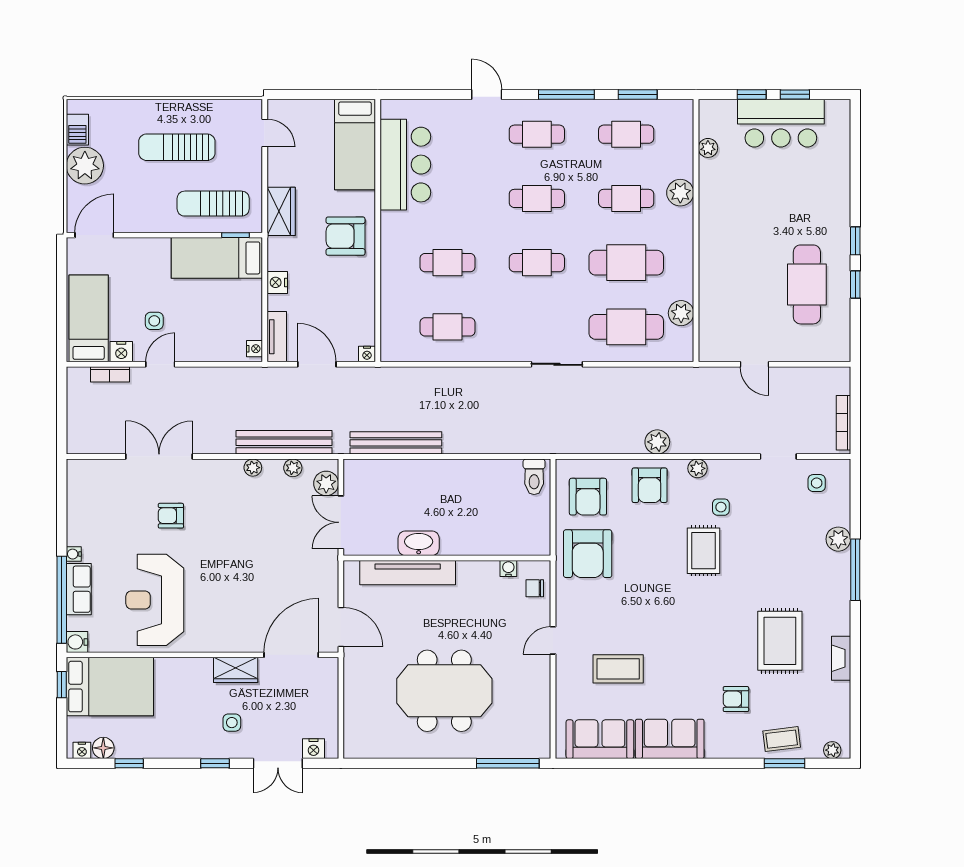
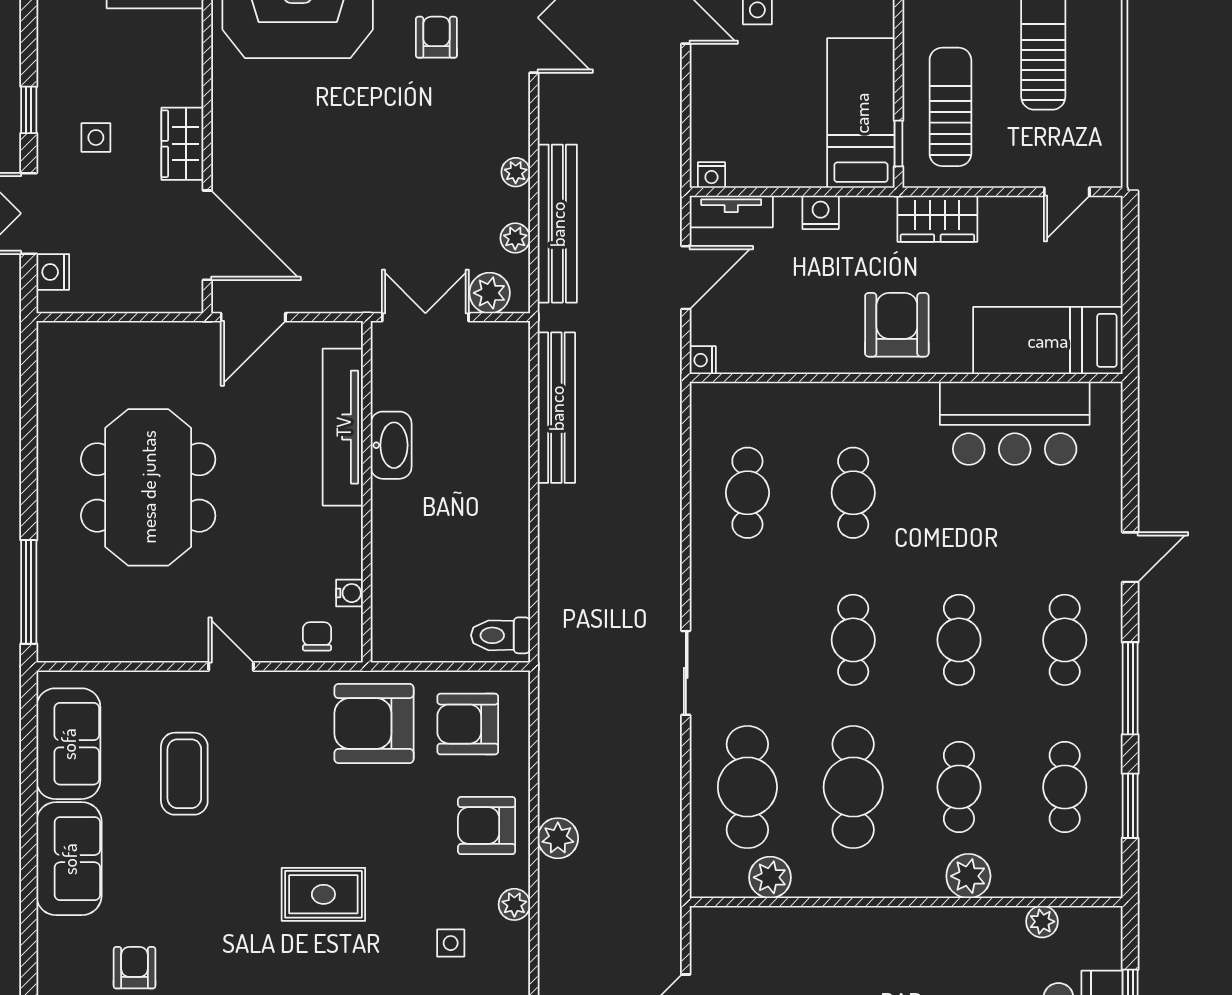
rug: (703, 551) -> (323, 894), moved

